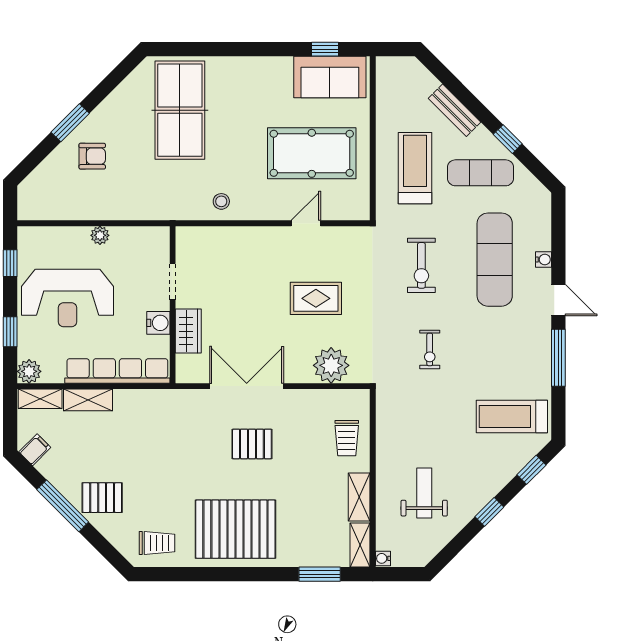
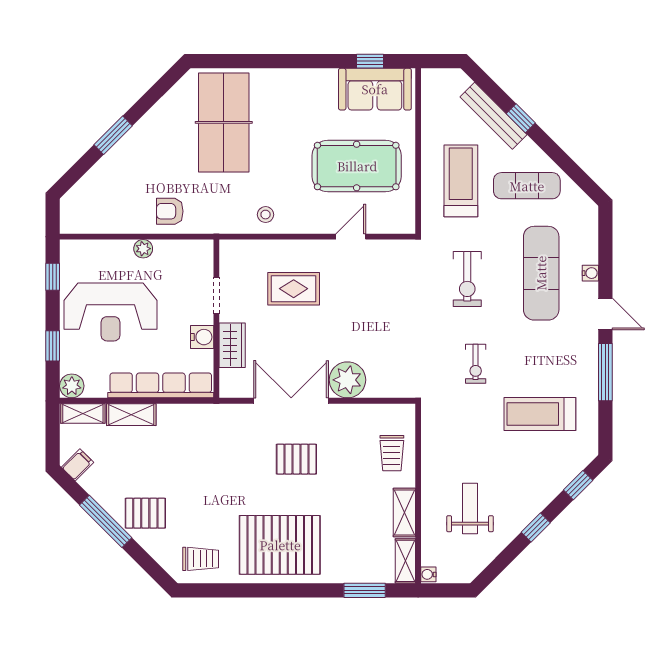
bench: (454, 110) -> (494, 116), width x1.36
window: (508, 139) -> (521, 118), moved
armchair: (92, 156) -> (170, 211), moved, turned 180
rug: (316, 298) -> (294, 289), moved
plant: (331, 365) -> (347, 380), moved
treadmill: (512, 416) -> (540, 414), moved

